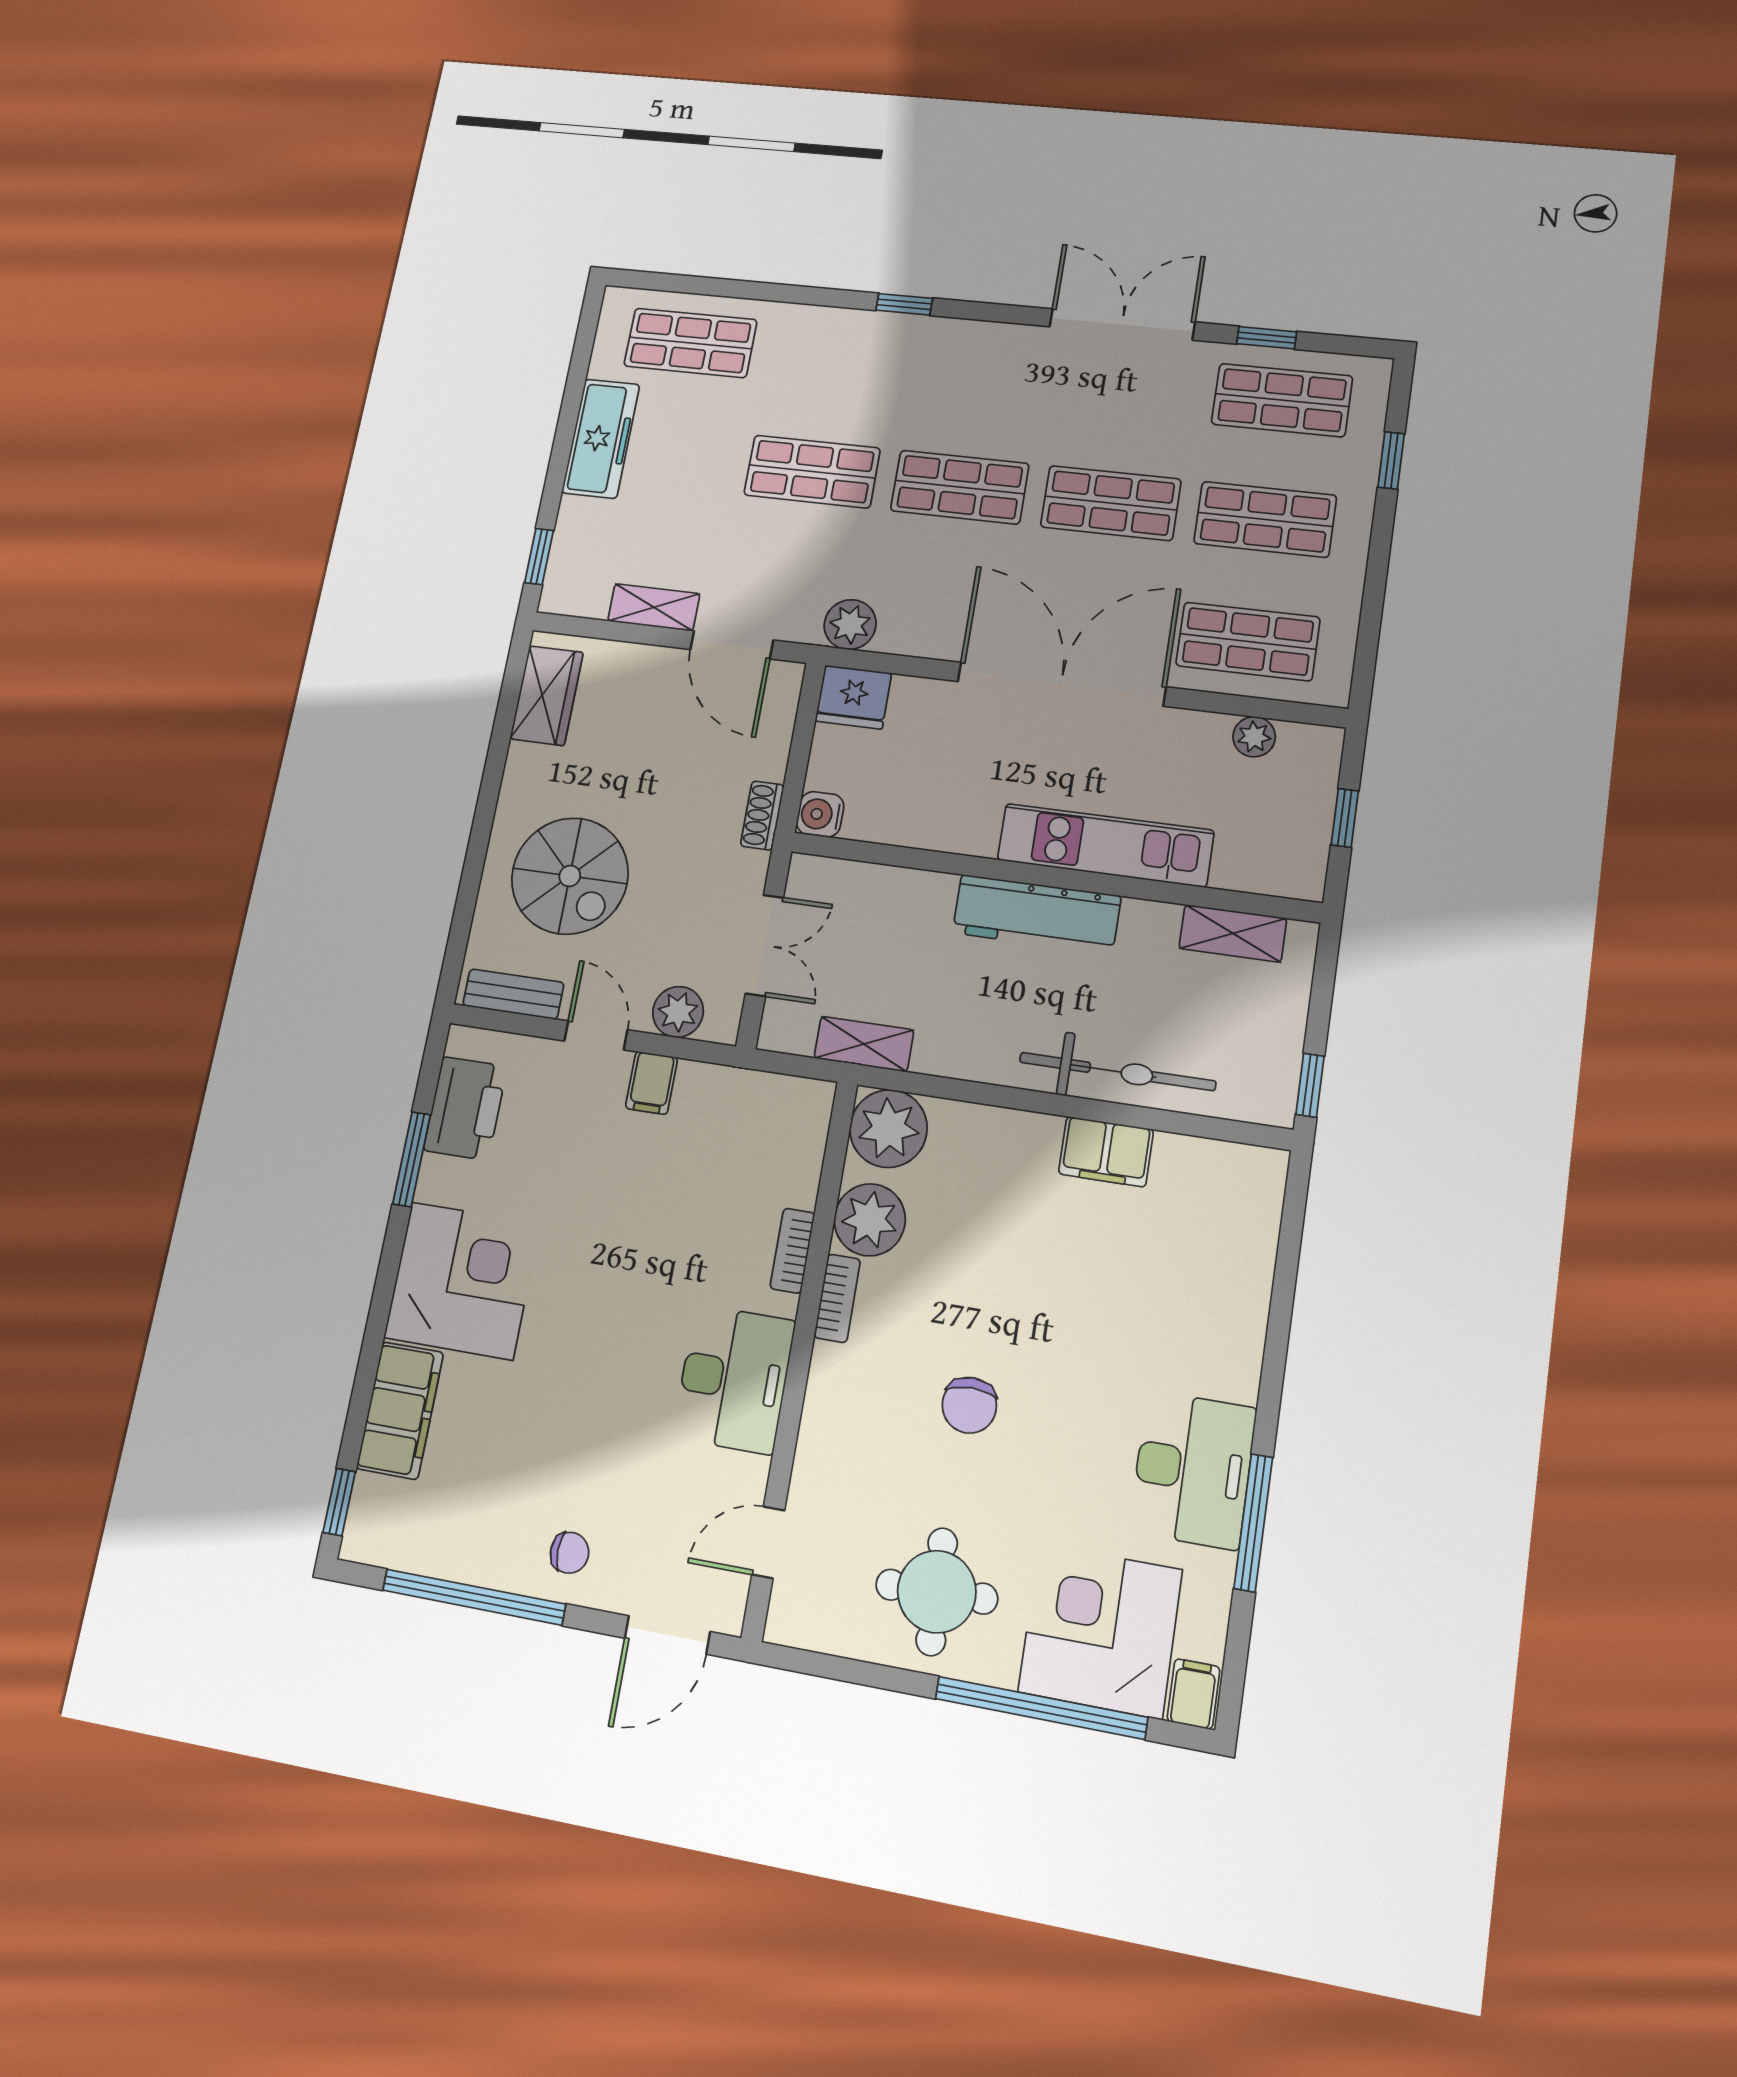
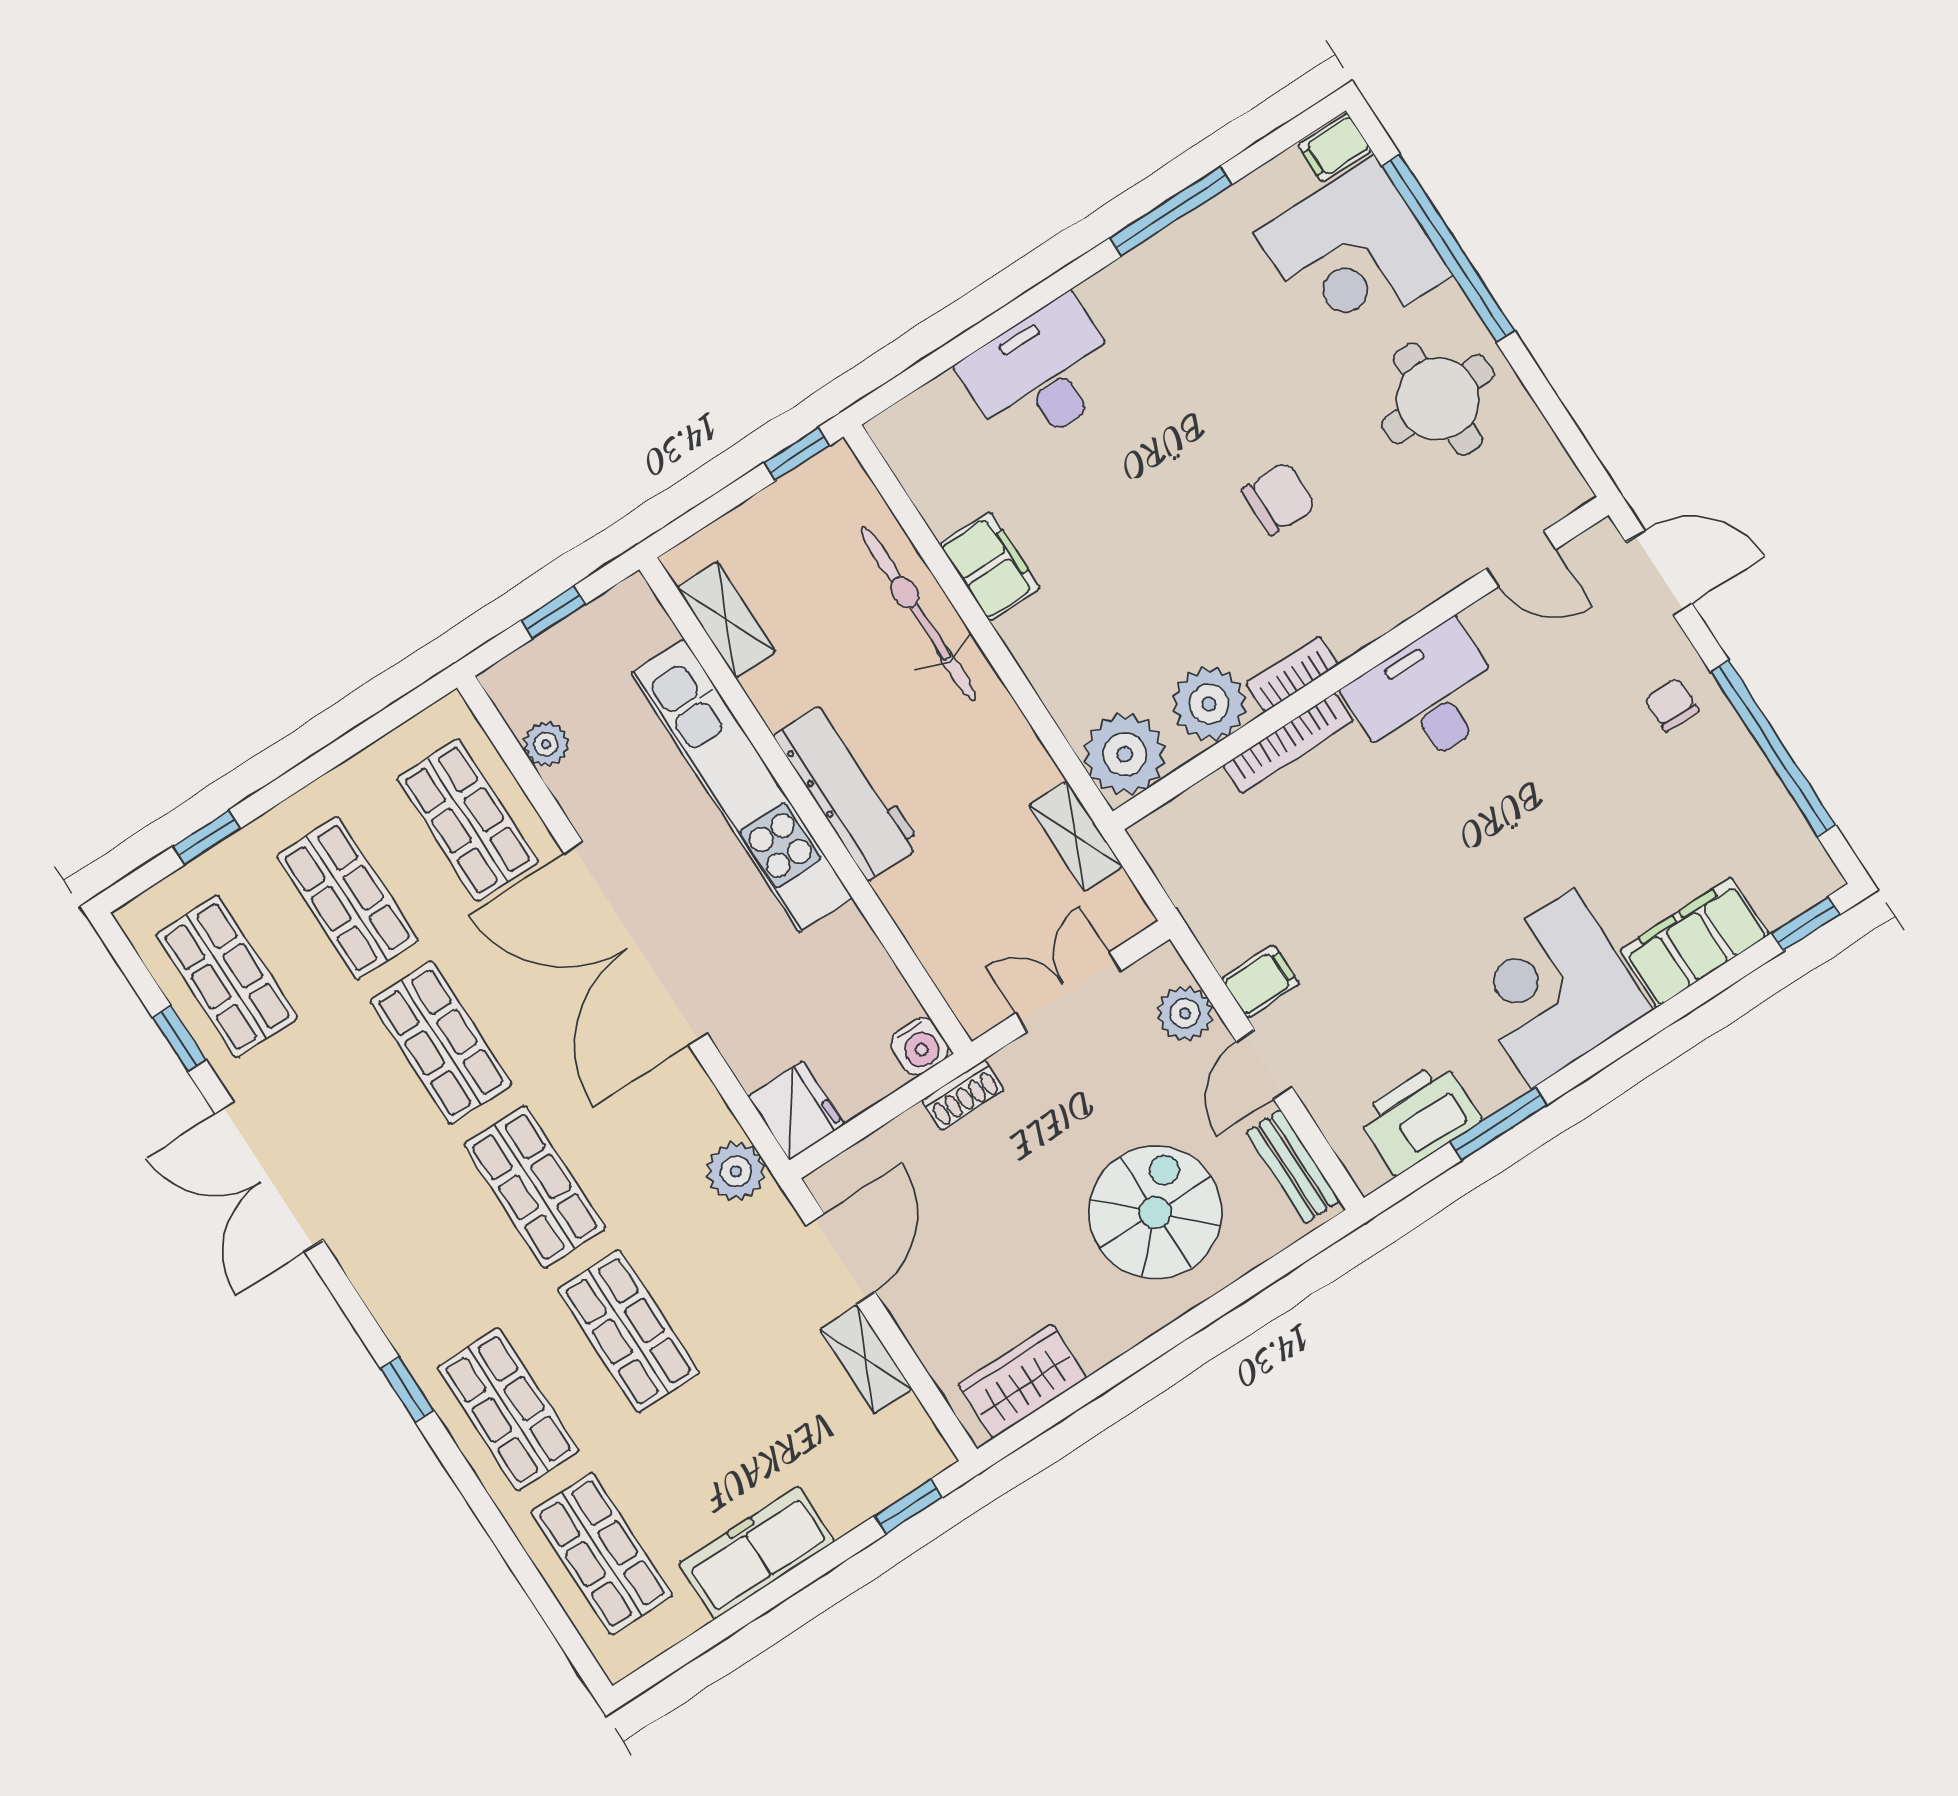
shop shelf: (833, 357) -> (508, 1409), added
kitchen unit: (1105, 845) -> (742, 786), width x1.36
bookcase: (792, 1251) -> (1288, 743), width x1.56
desk: (1193, 1470) -> (1042, 374), moved

